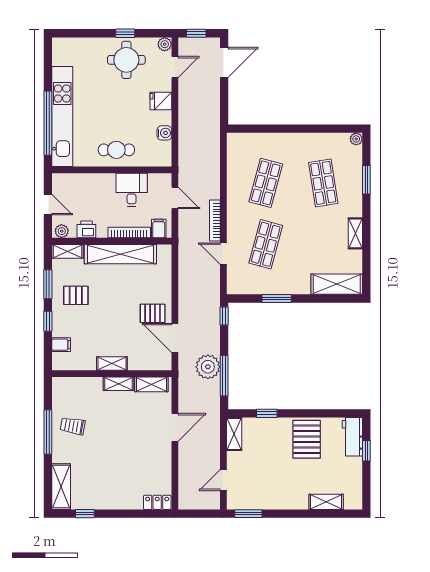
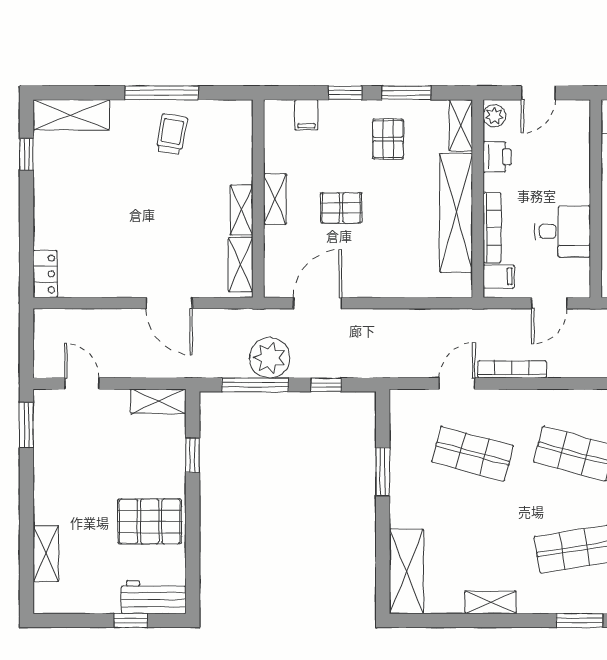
pallet: (153, 313) -> (341, 208), moved, turned 90
window: (224, 316) -> (326, 385), moved

